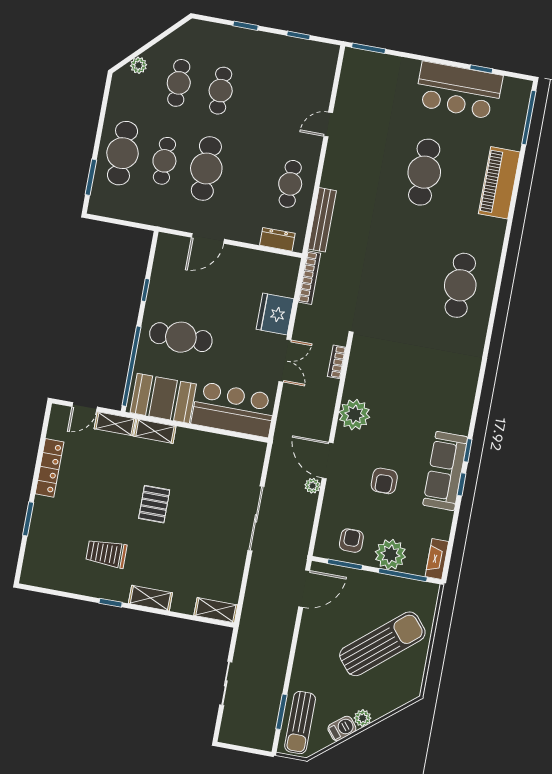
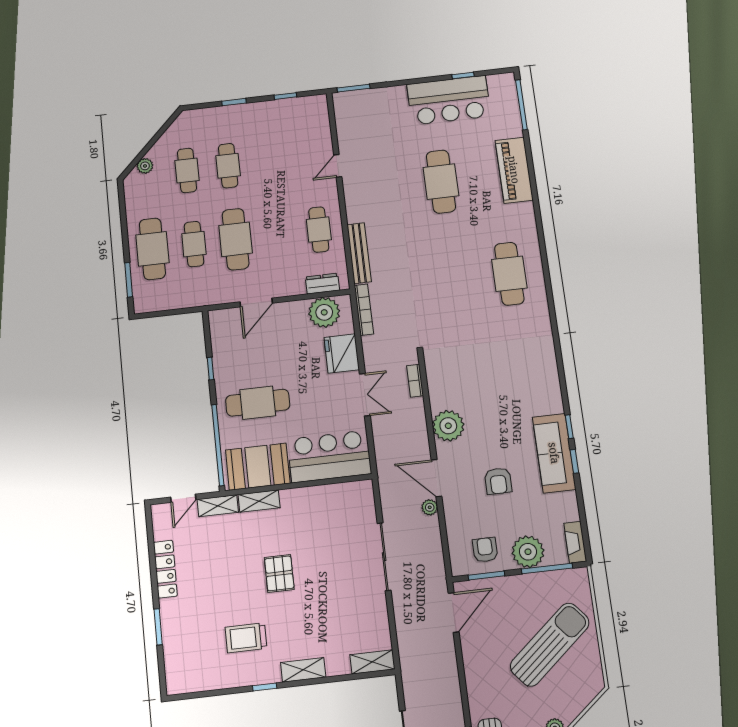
plant: (270, 268) -> (324, 312), added

